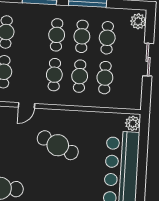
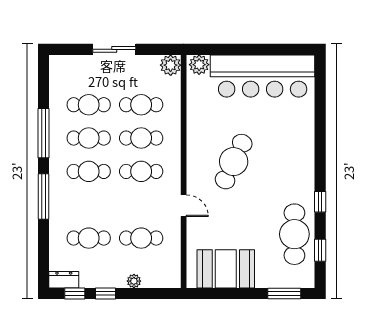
plant: (138, 21) -> (171, 65), moved

